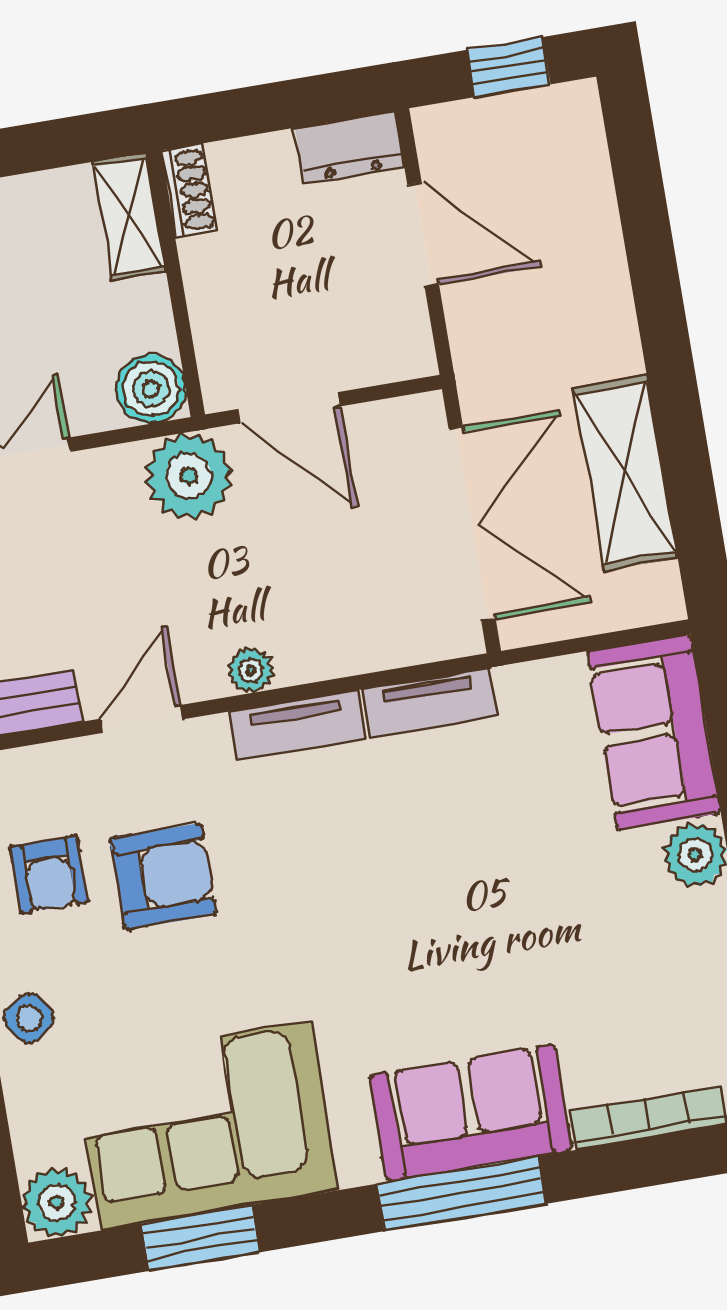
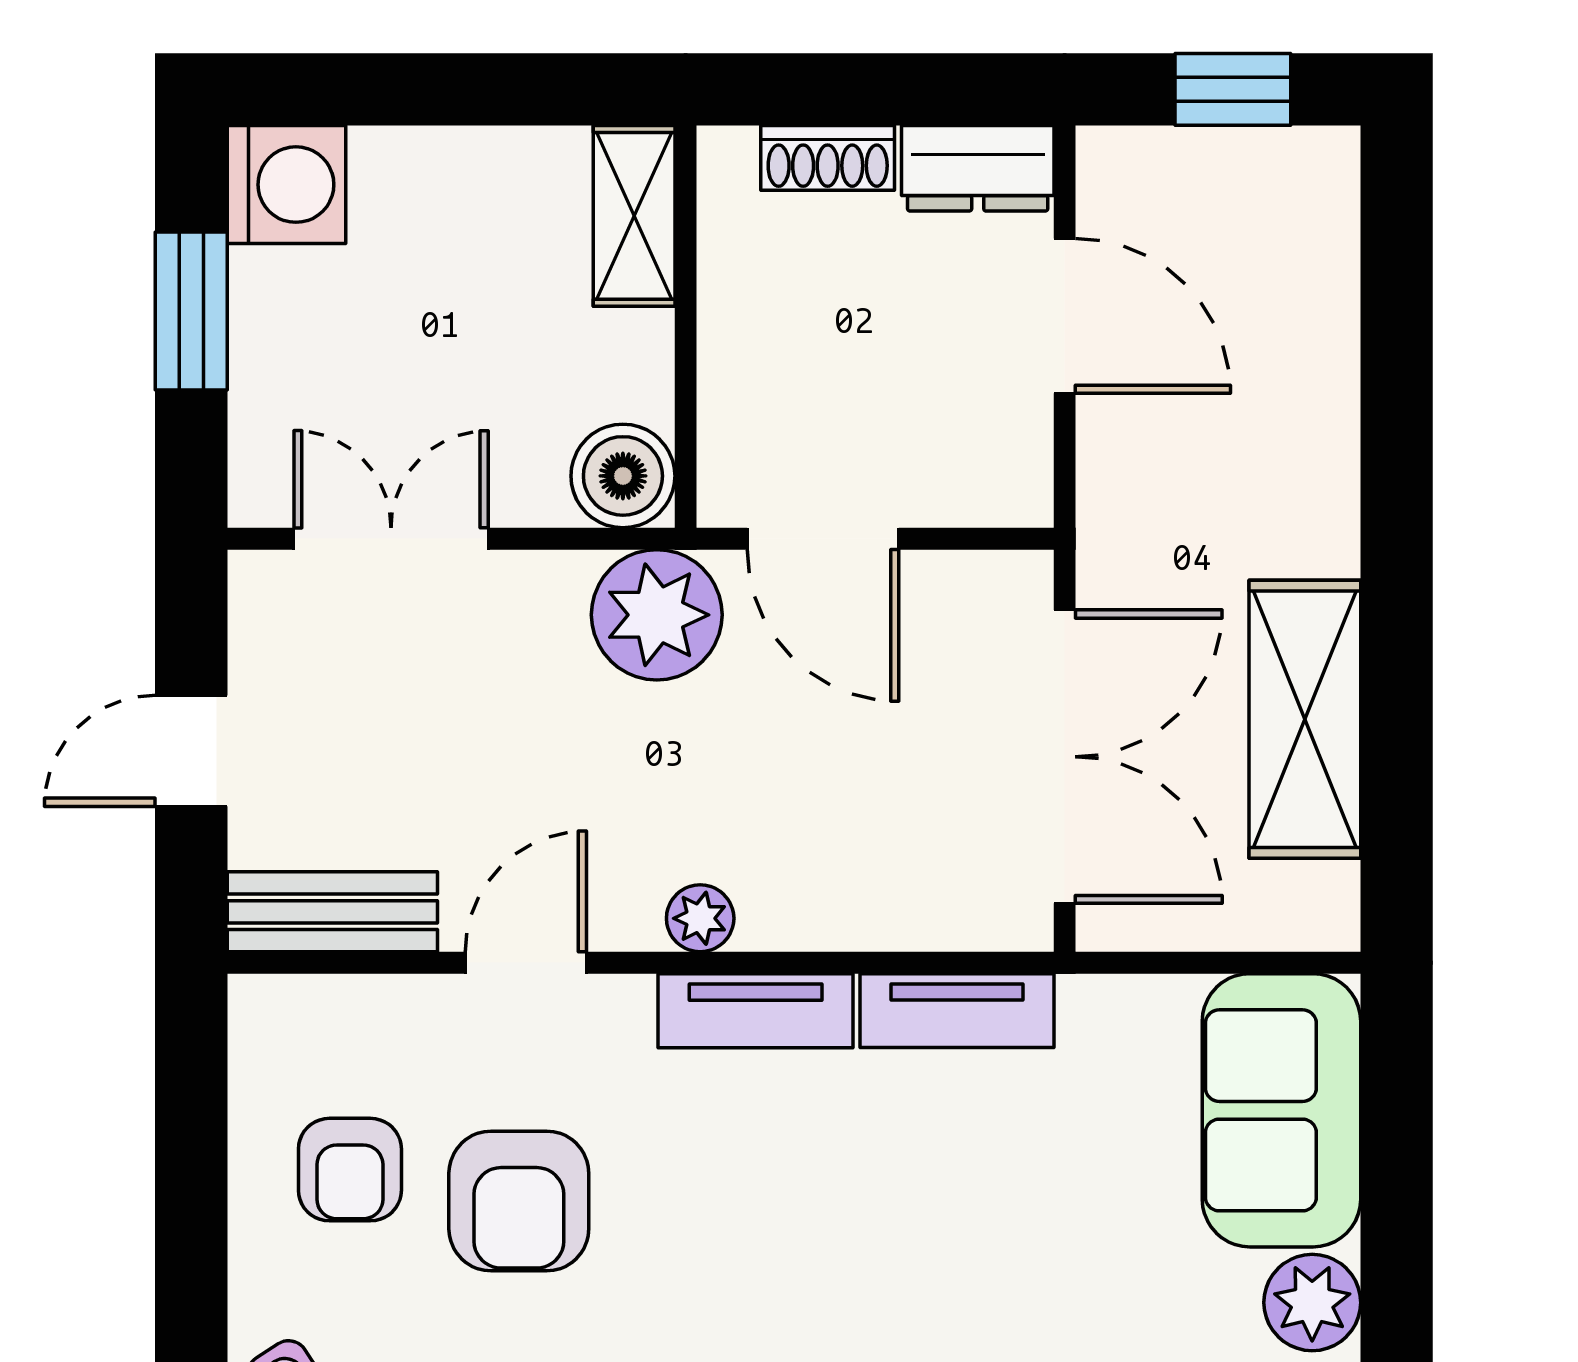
shoe rack: (189, 191) -> (828, 158), moved, turned 90
armchair: (163, 876) -> (519, 1201), turned 90

